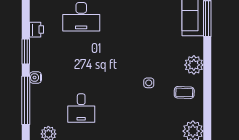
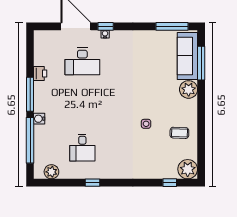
window: (26, 52) -> (30, 94), width x1.44
plant: (194, 65) -> (189, 89), moved

